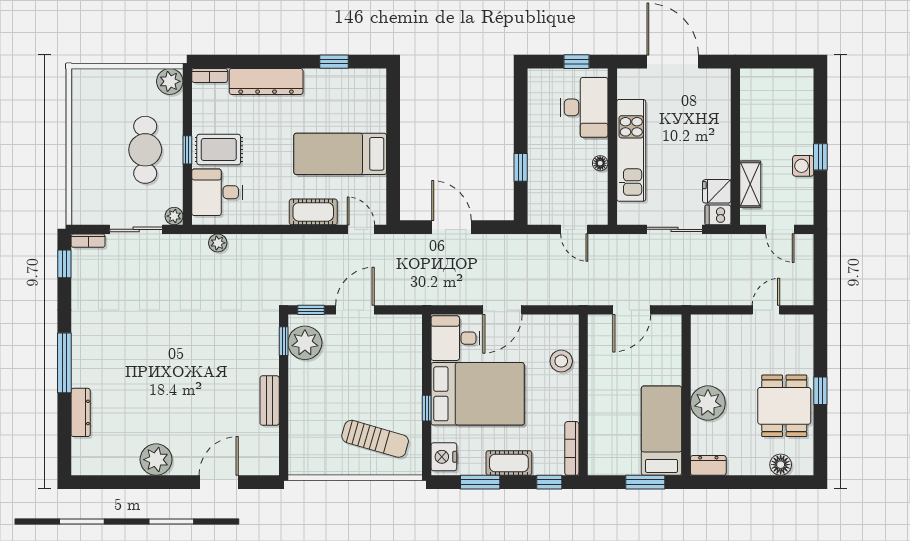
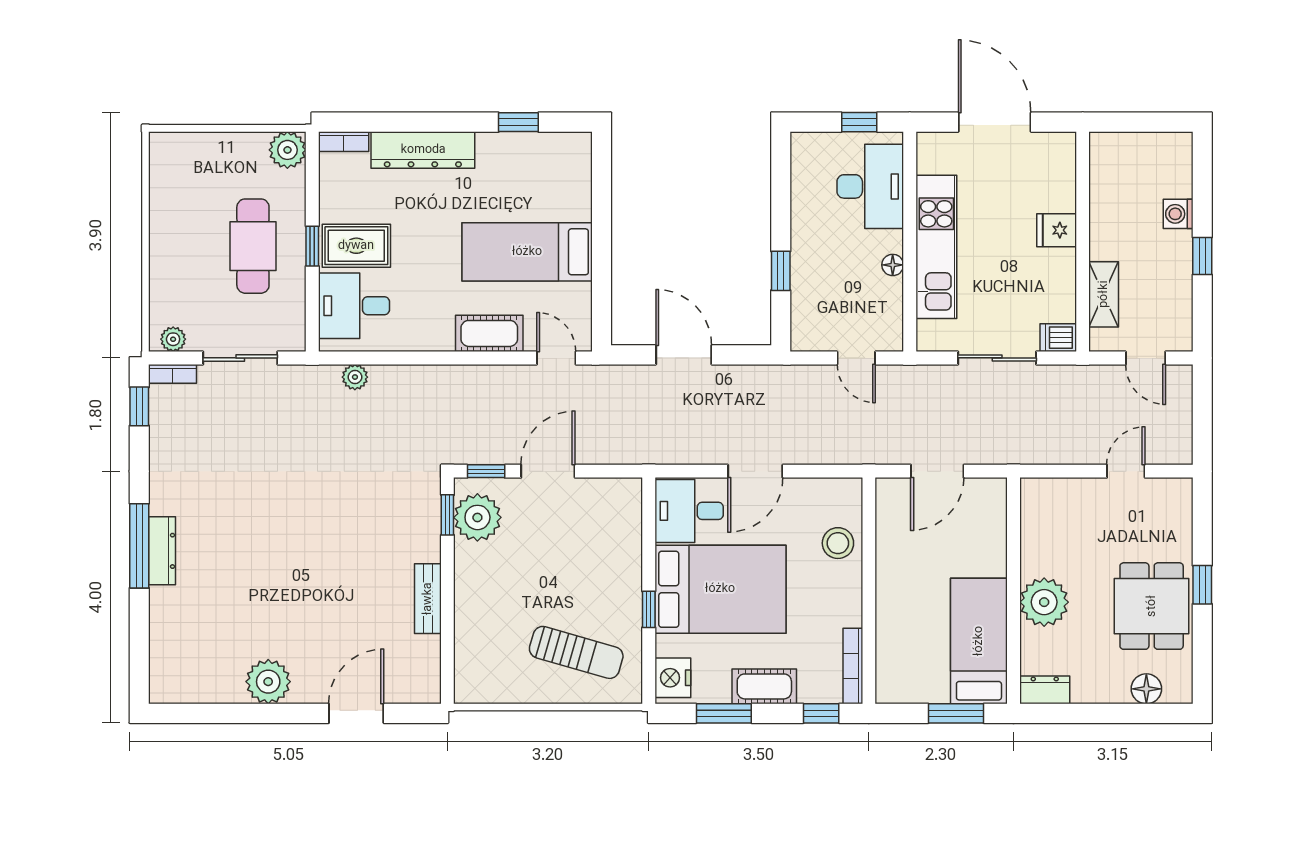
washing machine: (803, 166) -> (1178, 214), moved
fridge: (717, 191) -> (1057, 230), moved
plant: (174, 216) -> (173, 339), moved
dresser: (81, 412) -> (162, 551), moved

